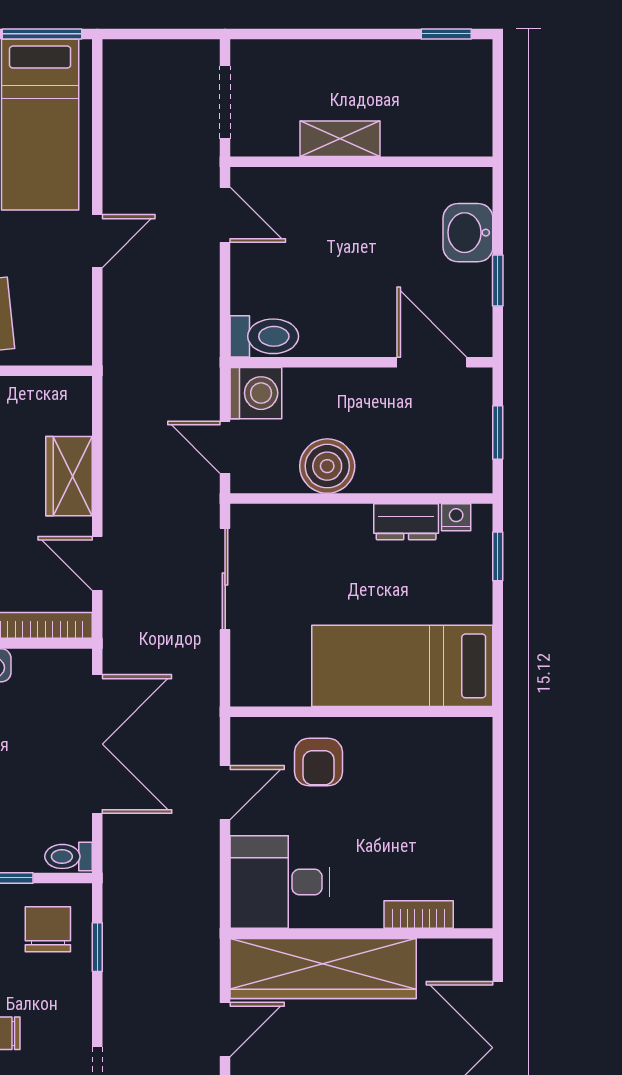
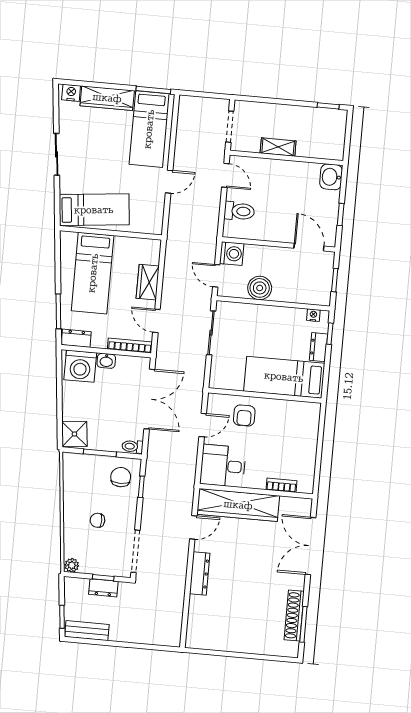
washbasin: (468, 233) -> (331, 177), moved
toilet: (264, 336) -> (239, 211), moved
dresser: (406, 522) -> (318, 347), moved, turned 90

